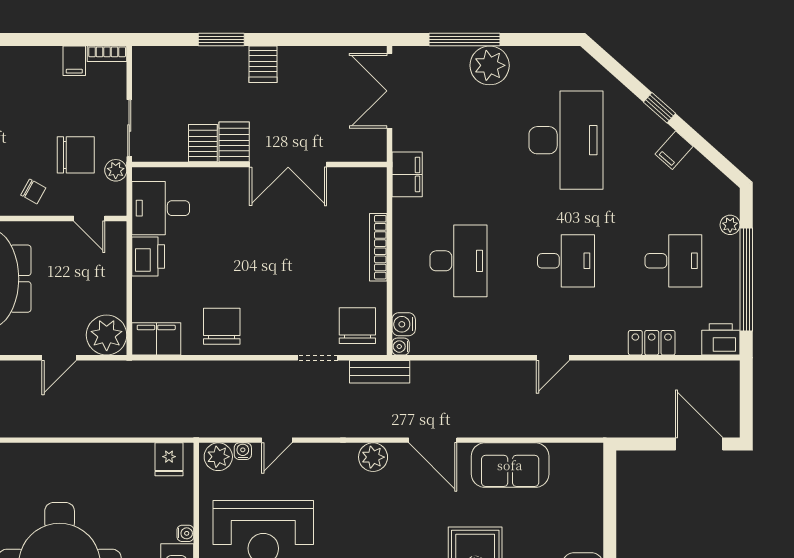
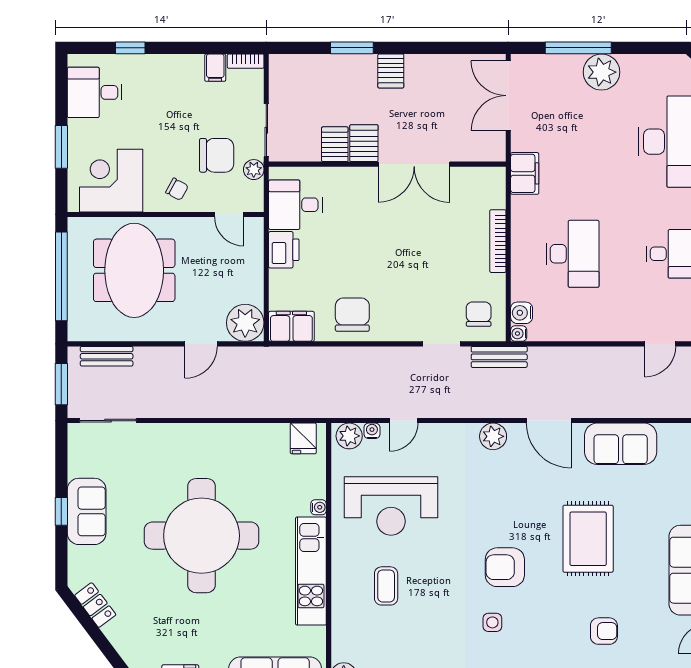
chair: (357, 326) -> (479, 314), width x0.73, depth x0.73

